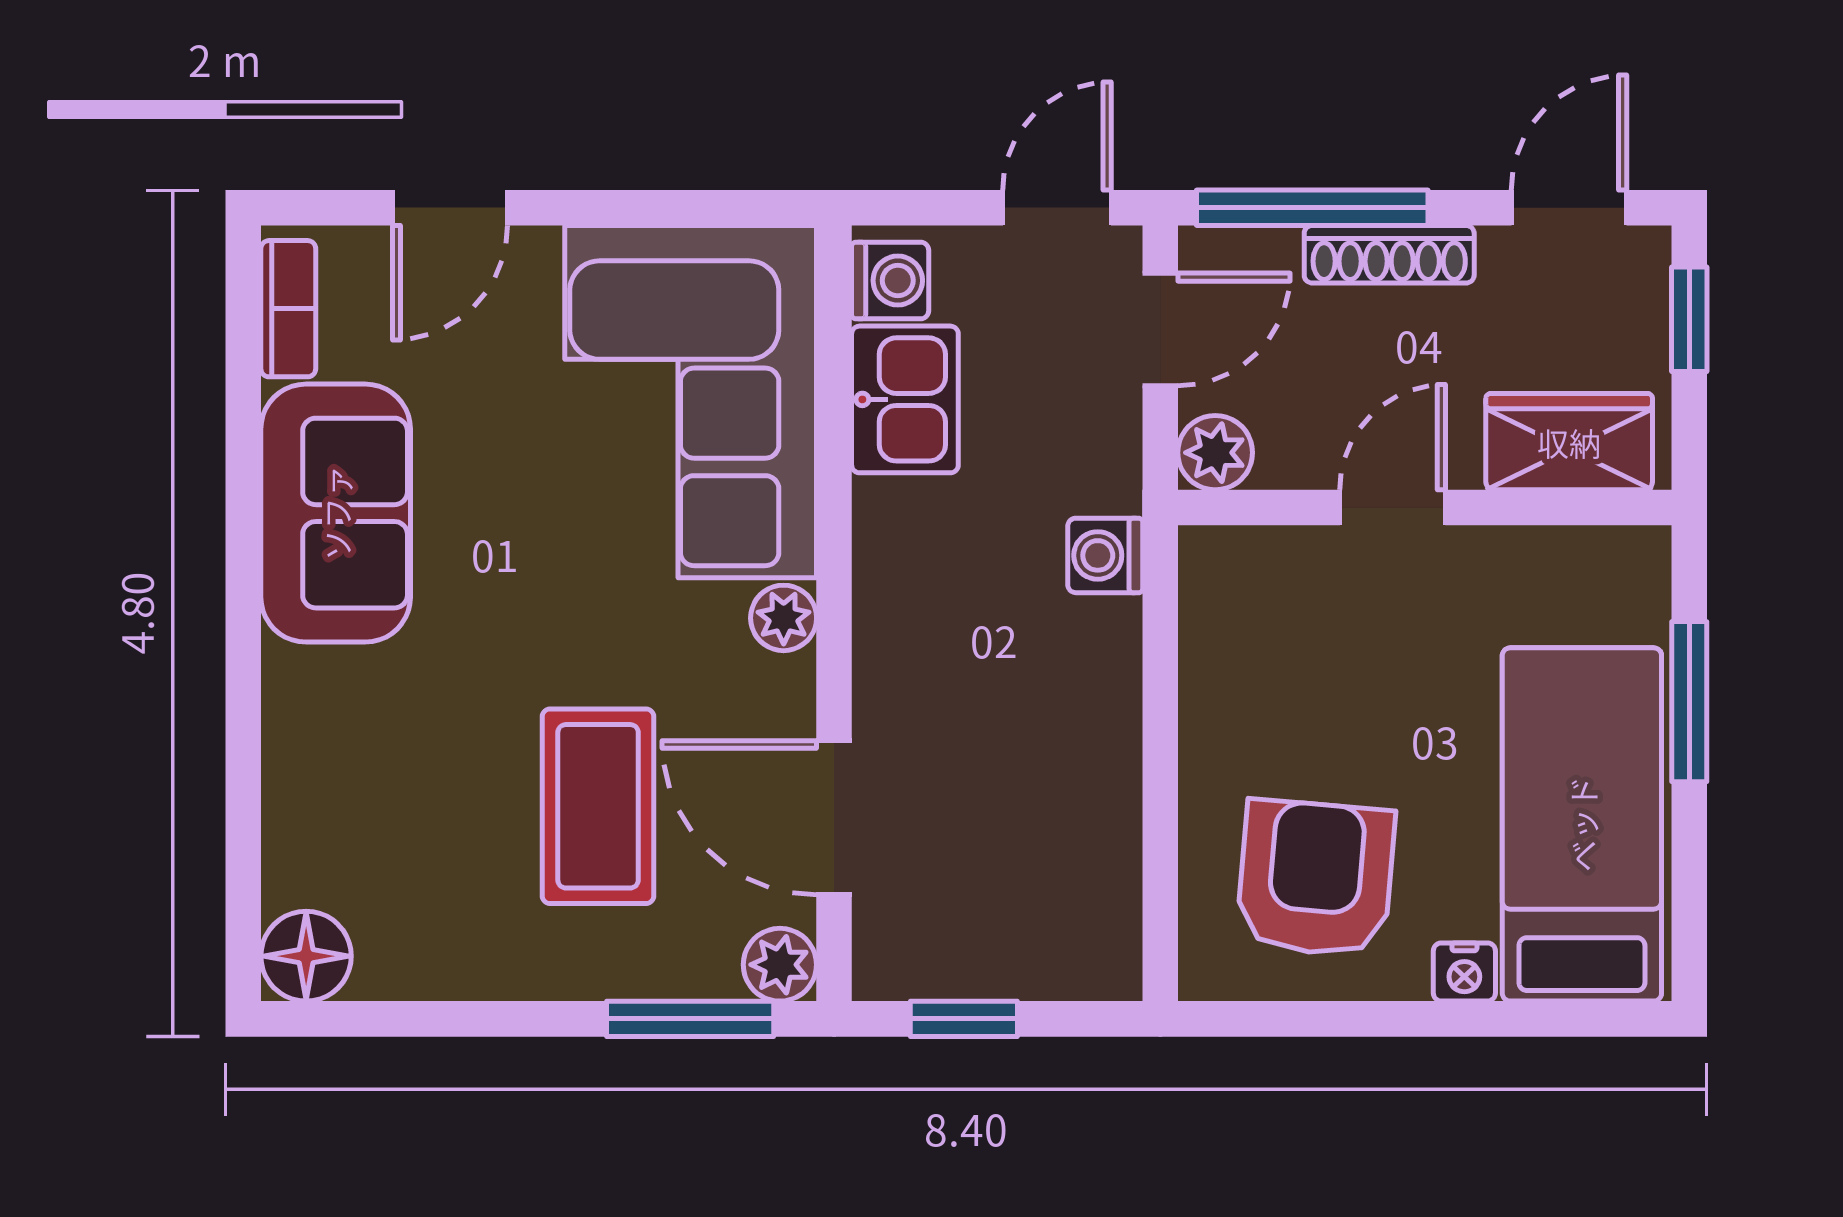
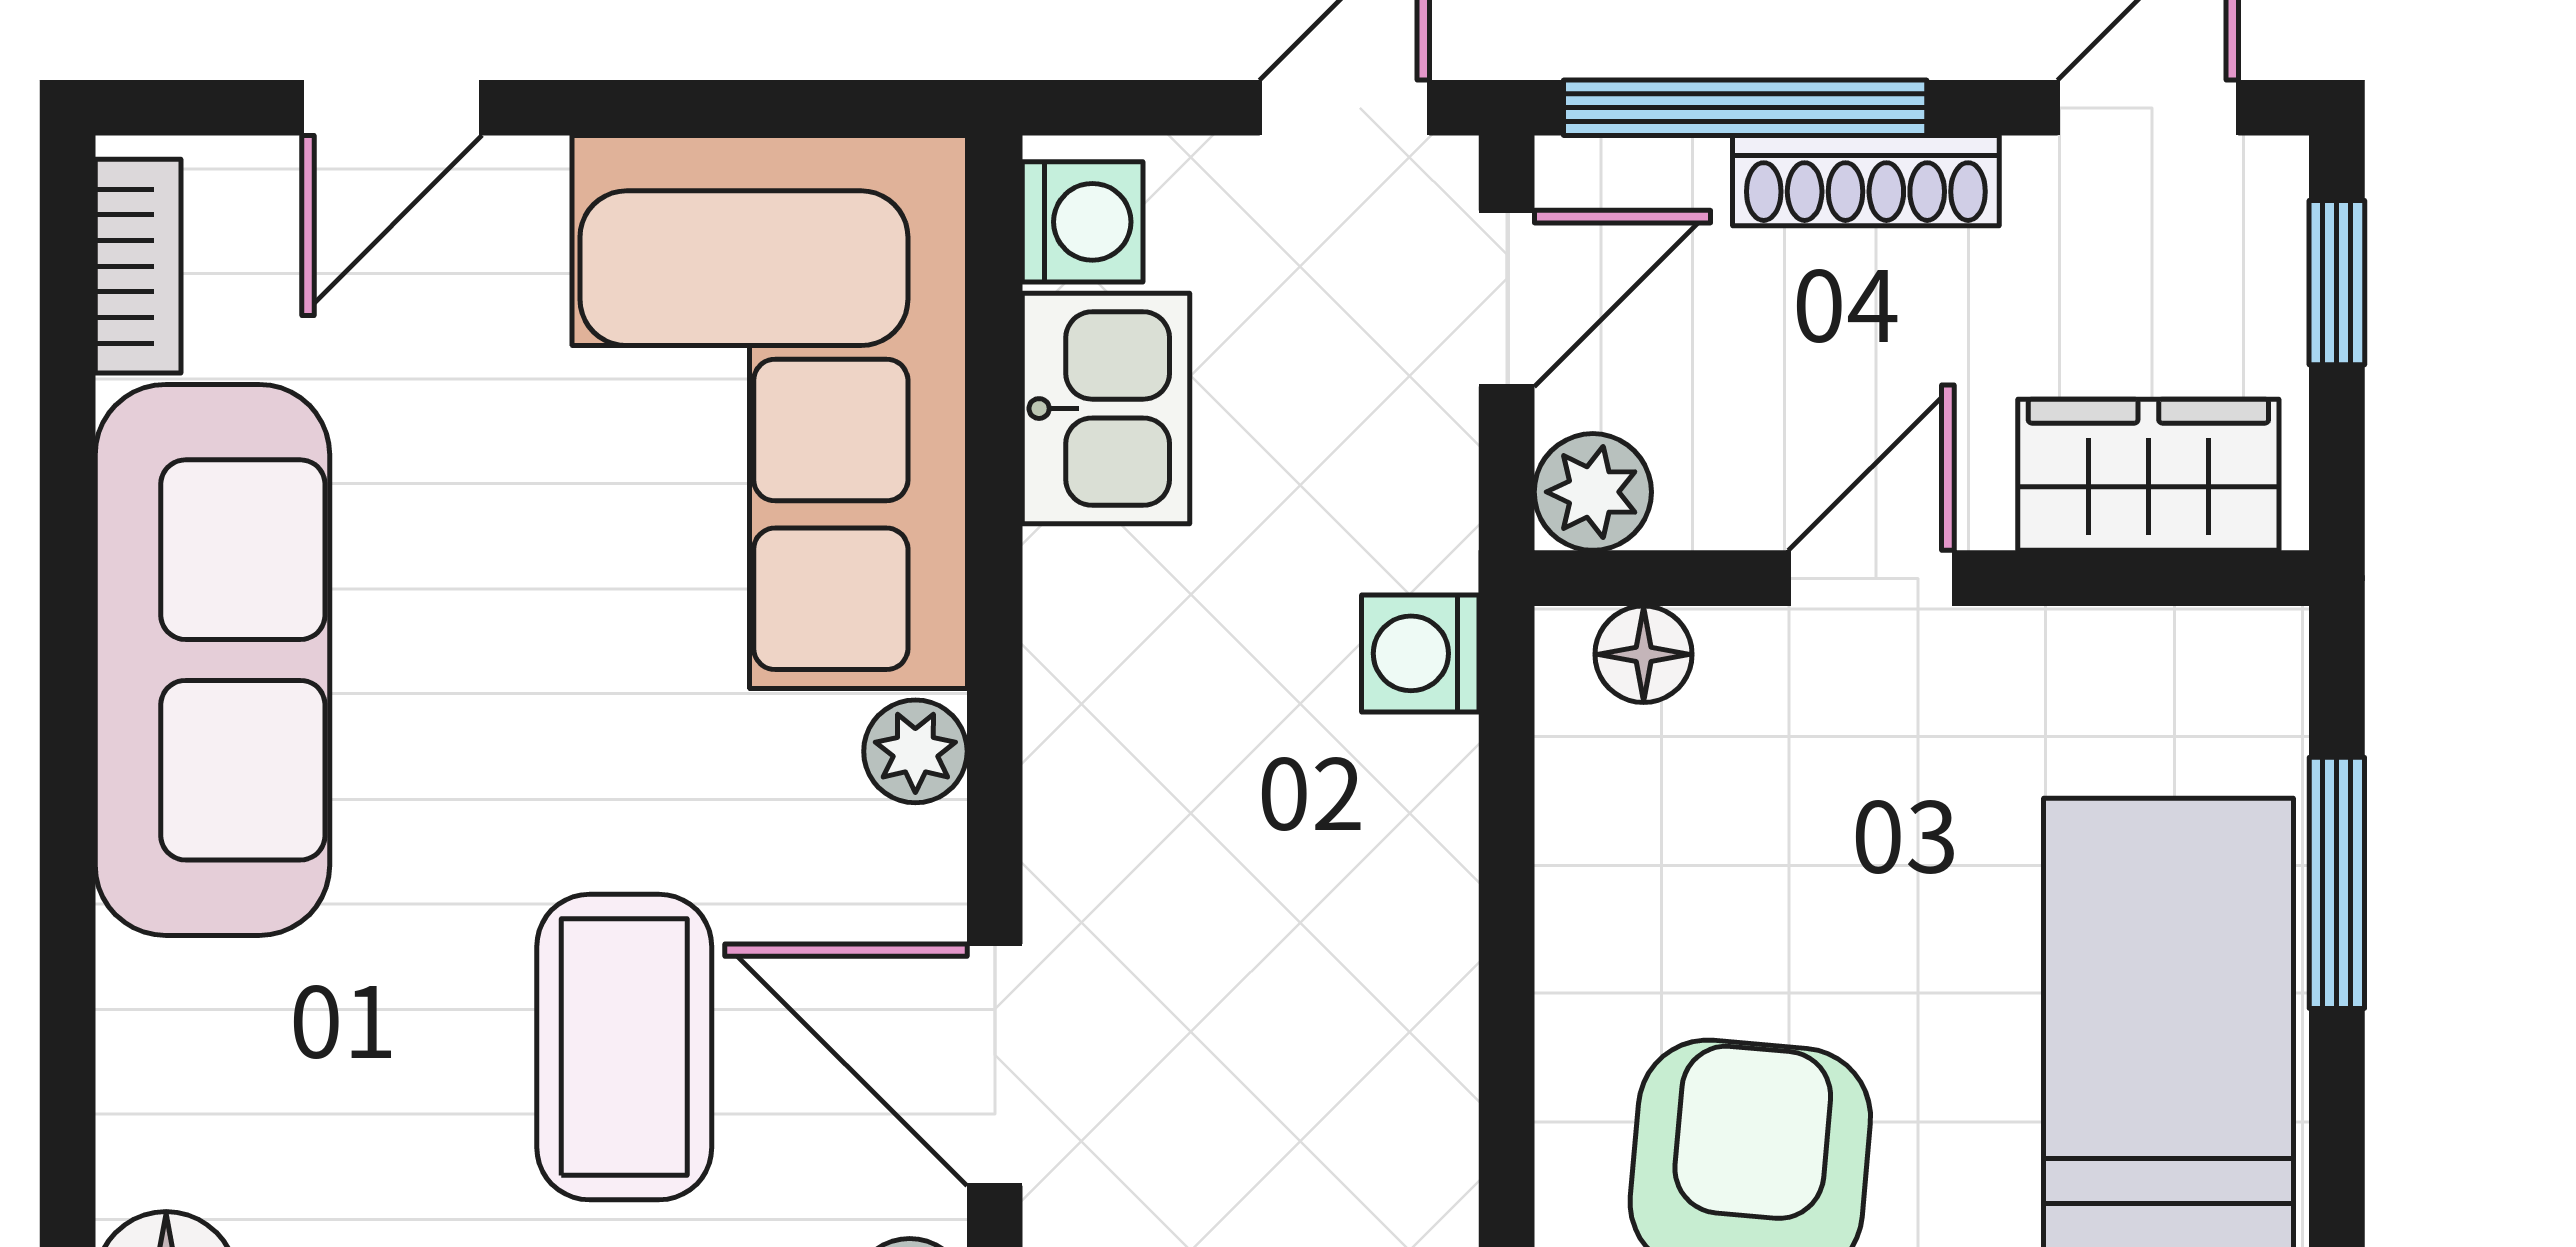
sofa: (336, 513) -> (212, 660), width x1.36
floor lamp: (1247, 556) -> (1644, 654), added

